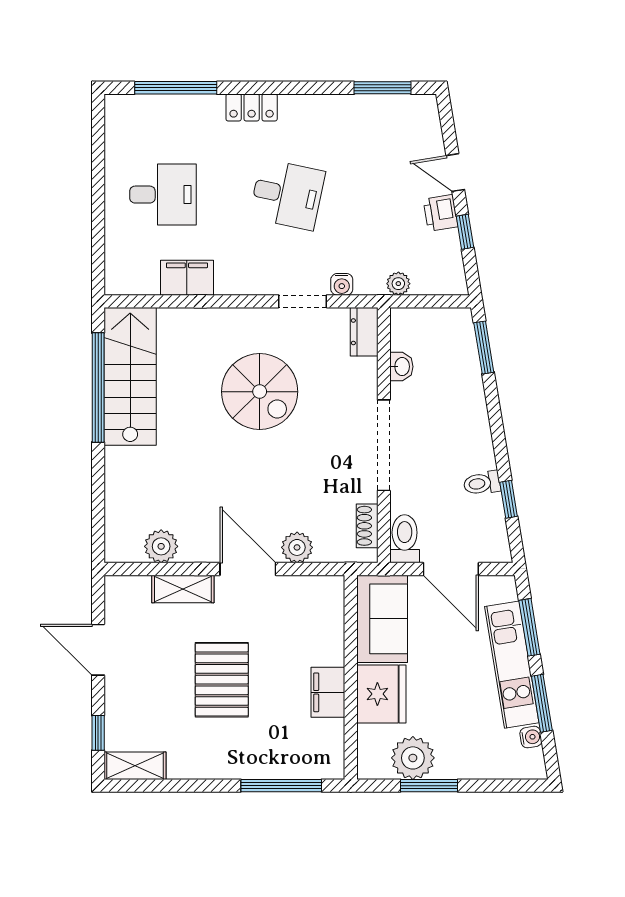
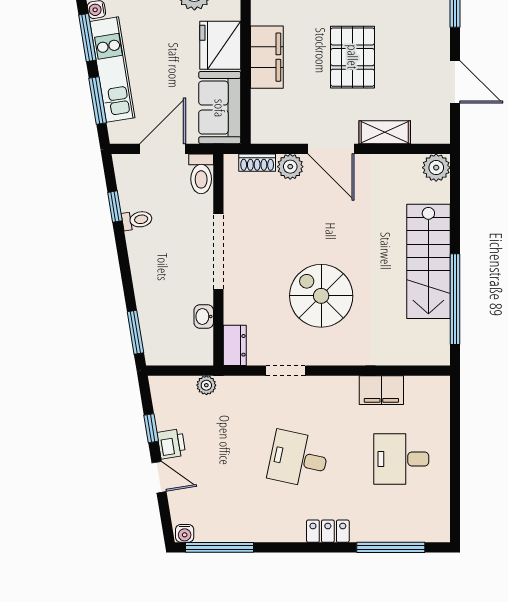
window: (382, 88) -> (219, 547), width x1.44
water cooler: (342, 284) -> (185, 533), moved, turned 180
stairs: (130, 376) -> (428, 261), moved
shoe rack: (367, 526) -> (257, 163), moved, turned 90
plant: (161, 546) -> (436, 168), moved
door: (451, 569) -> (163, 149), hinge flipped
filing cabinet: (328, 692) -> (267, 57), width x1.50, depth x1.17

